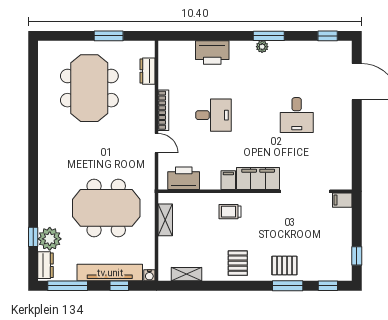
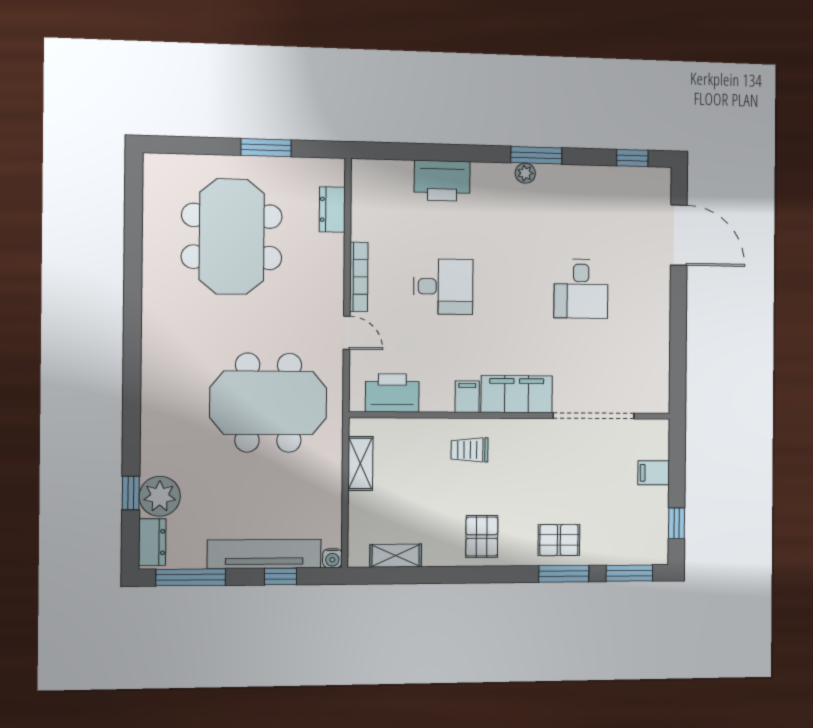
filing cabinet: (342, 200) -> (654, 473), moved
meeting table: (106, 208) -> (268, 403), moved
window: (328, 286) -> (629, 573), width x1.50

